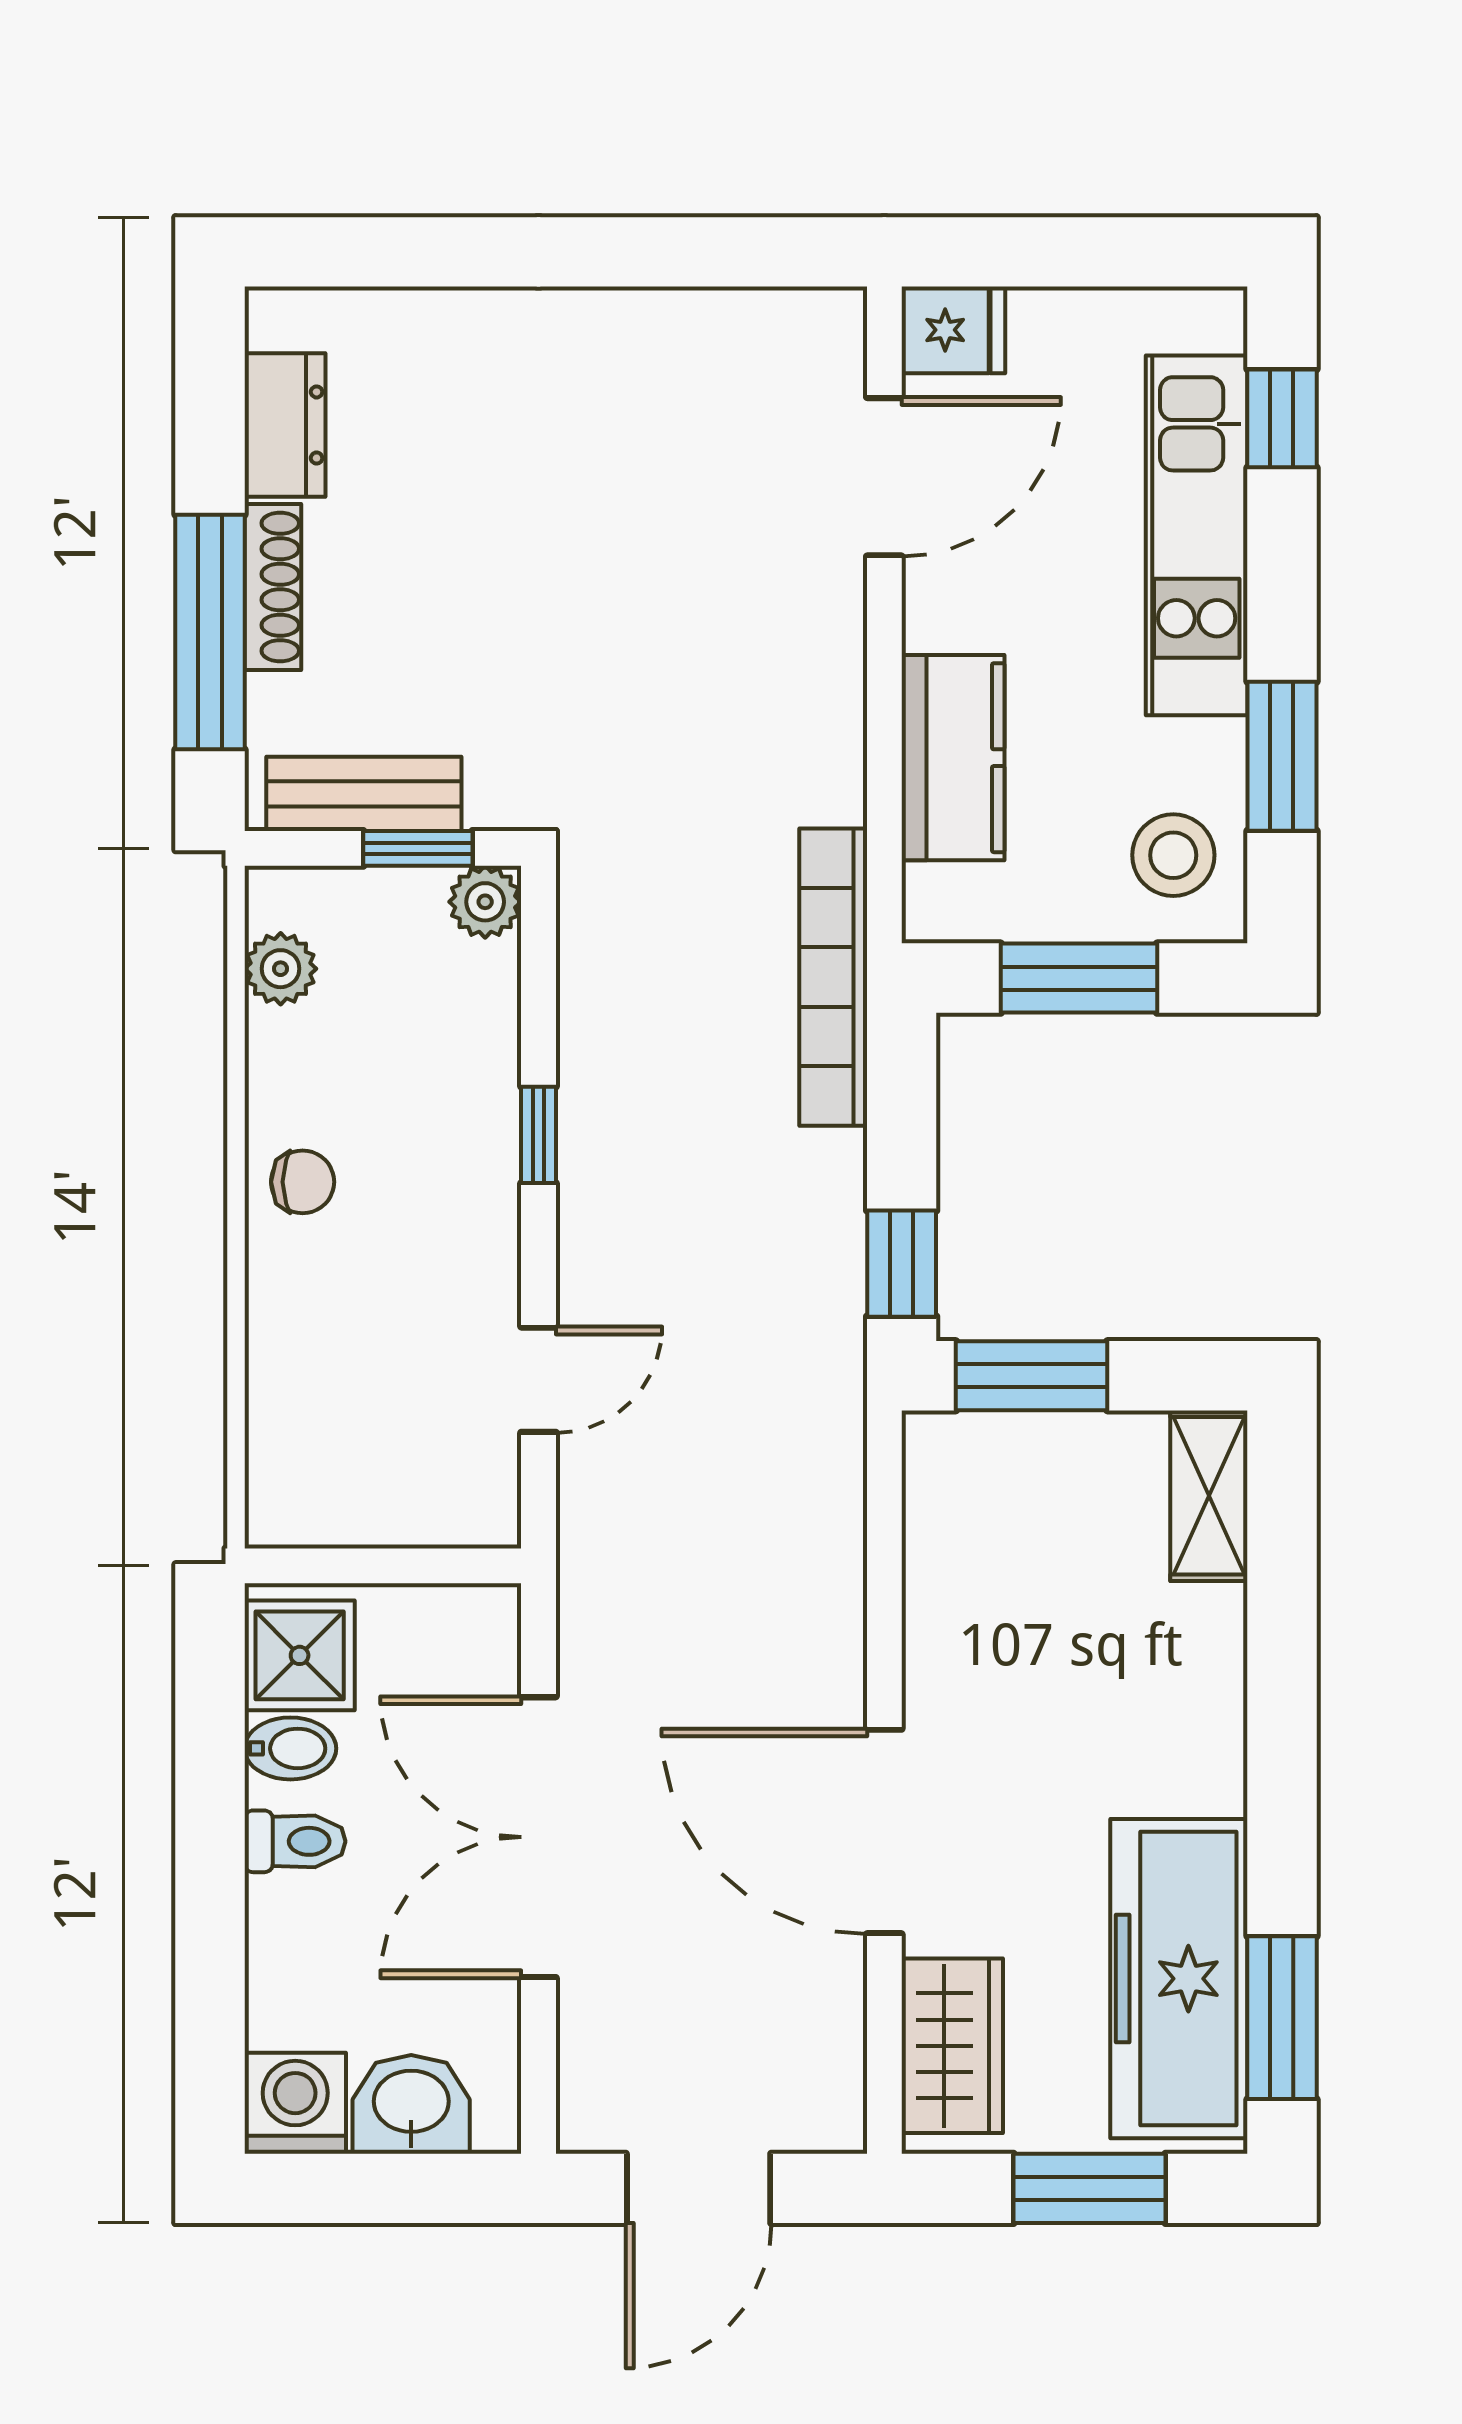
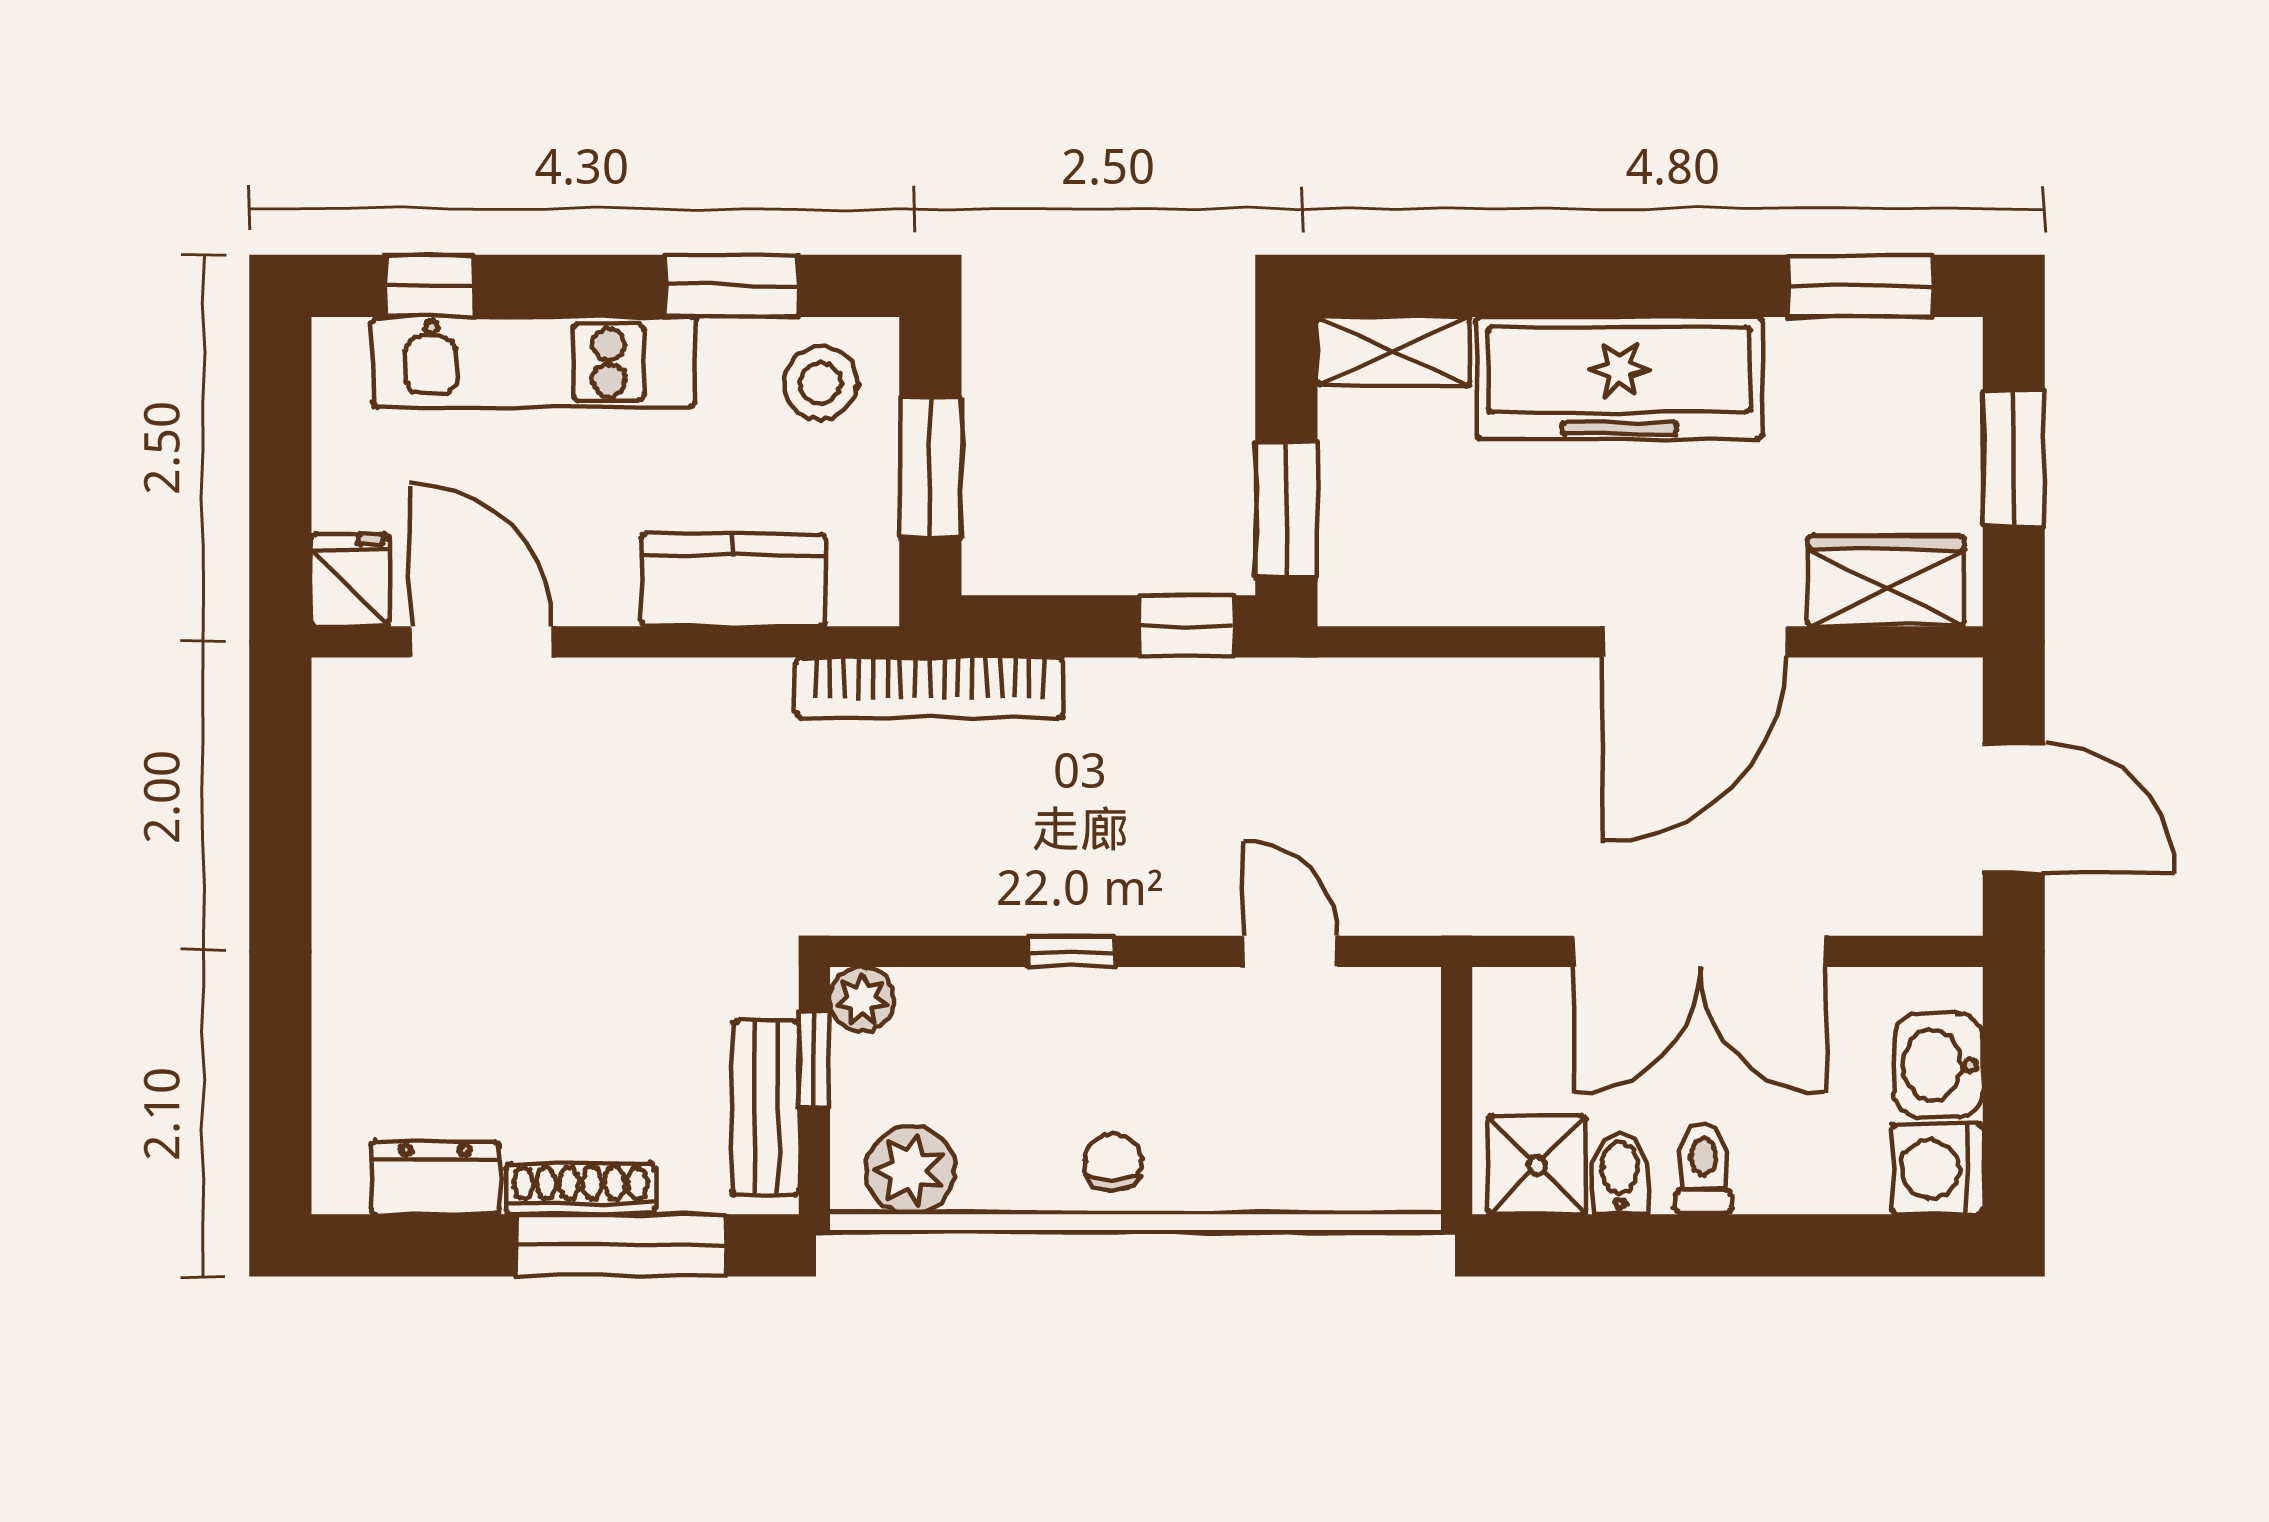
plant: (281, 969) -> (910, 1170), width x1.38, depth x1.38
freezer: (1179, 1979) -> (1619, 378), moved

